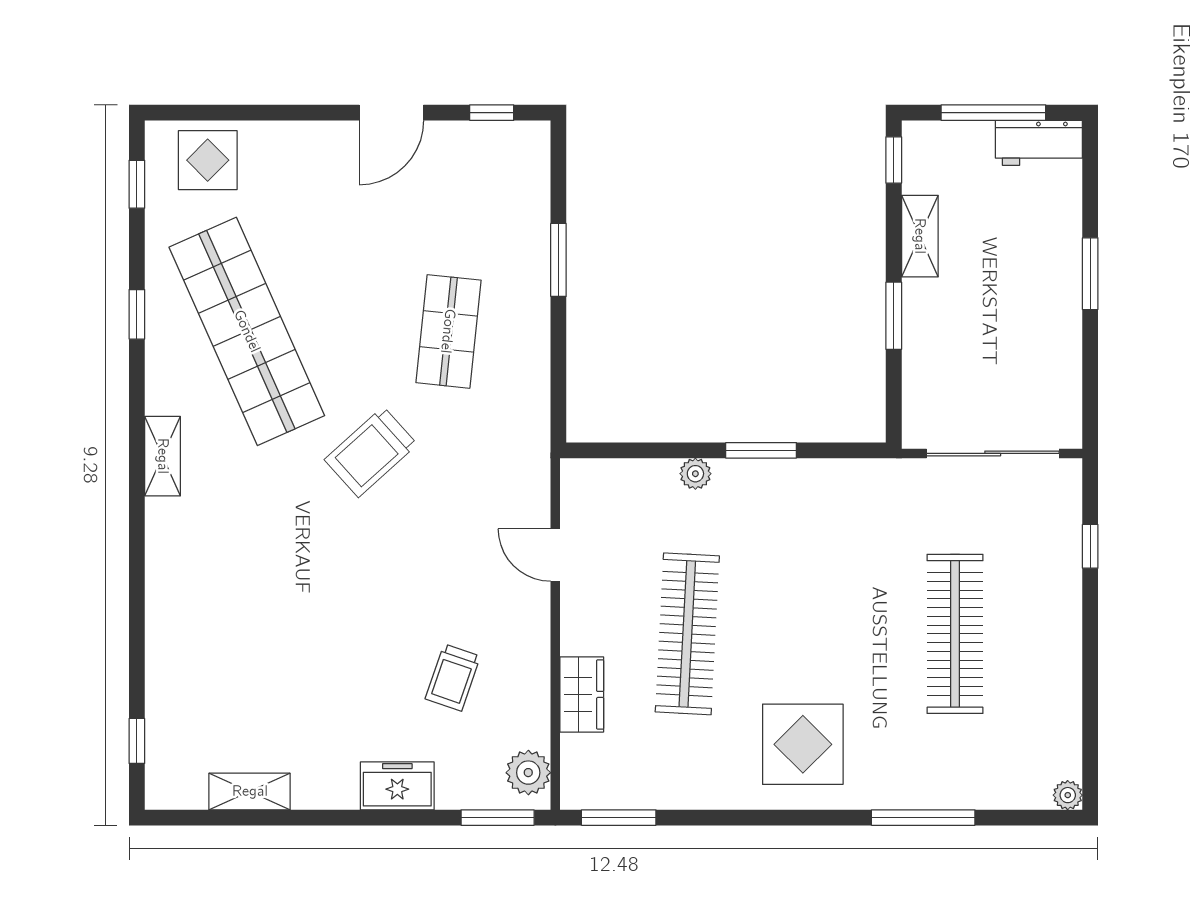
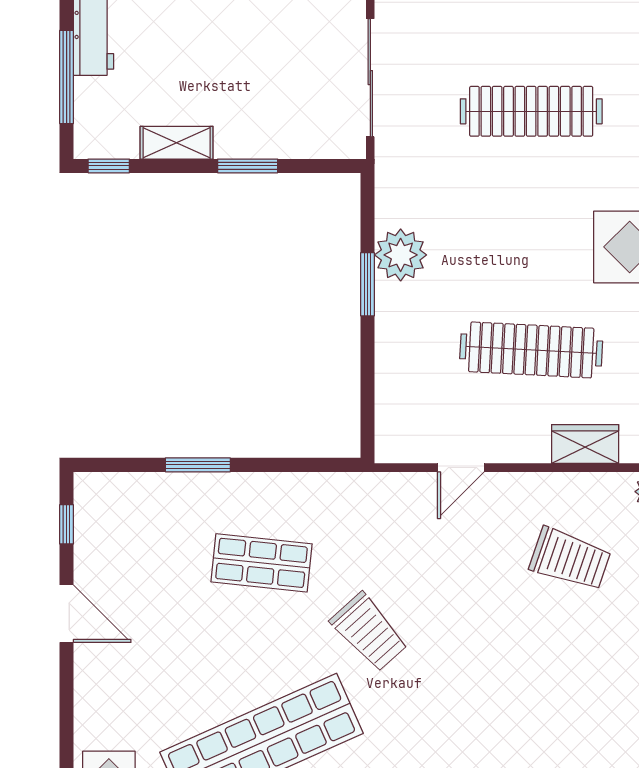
plant: (695, 474) -> (401, 255), moved, width x1.87, depth x1.87
trolley: (453, 677) -> (570, 559), width x1.36, depth x1.39

